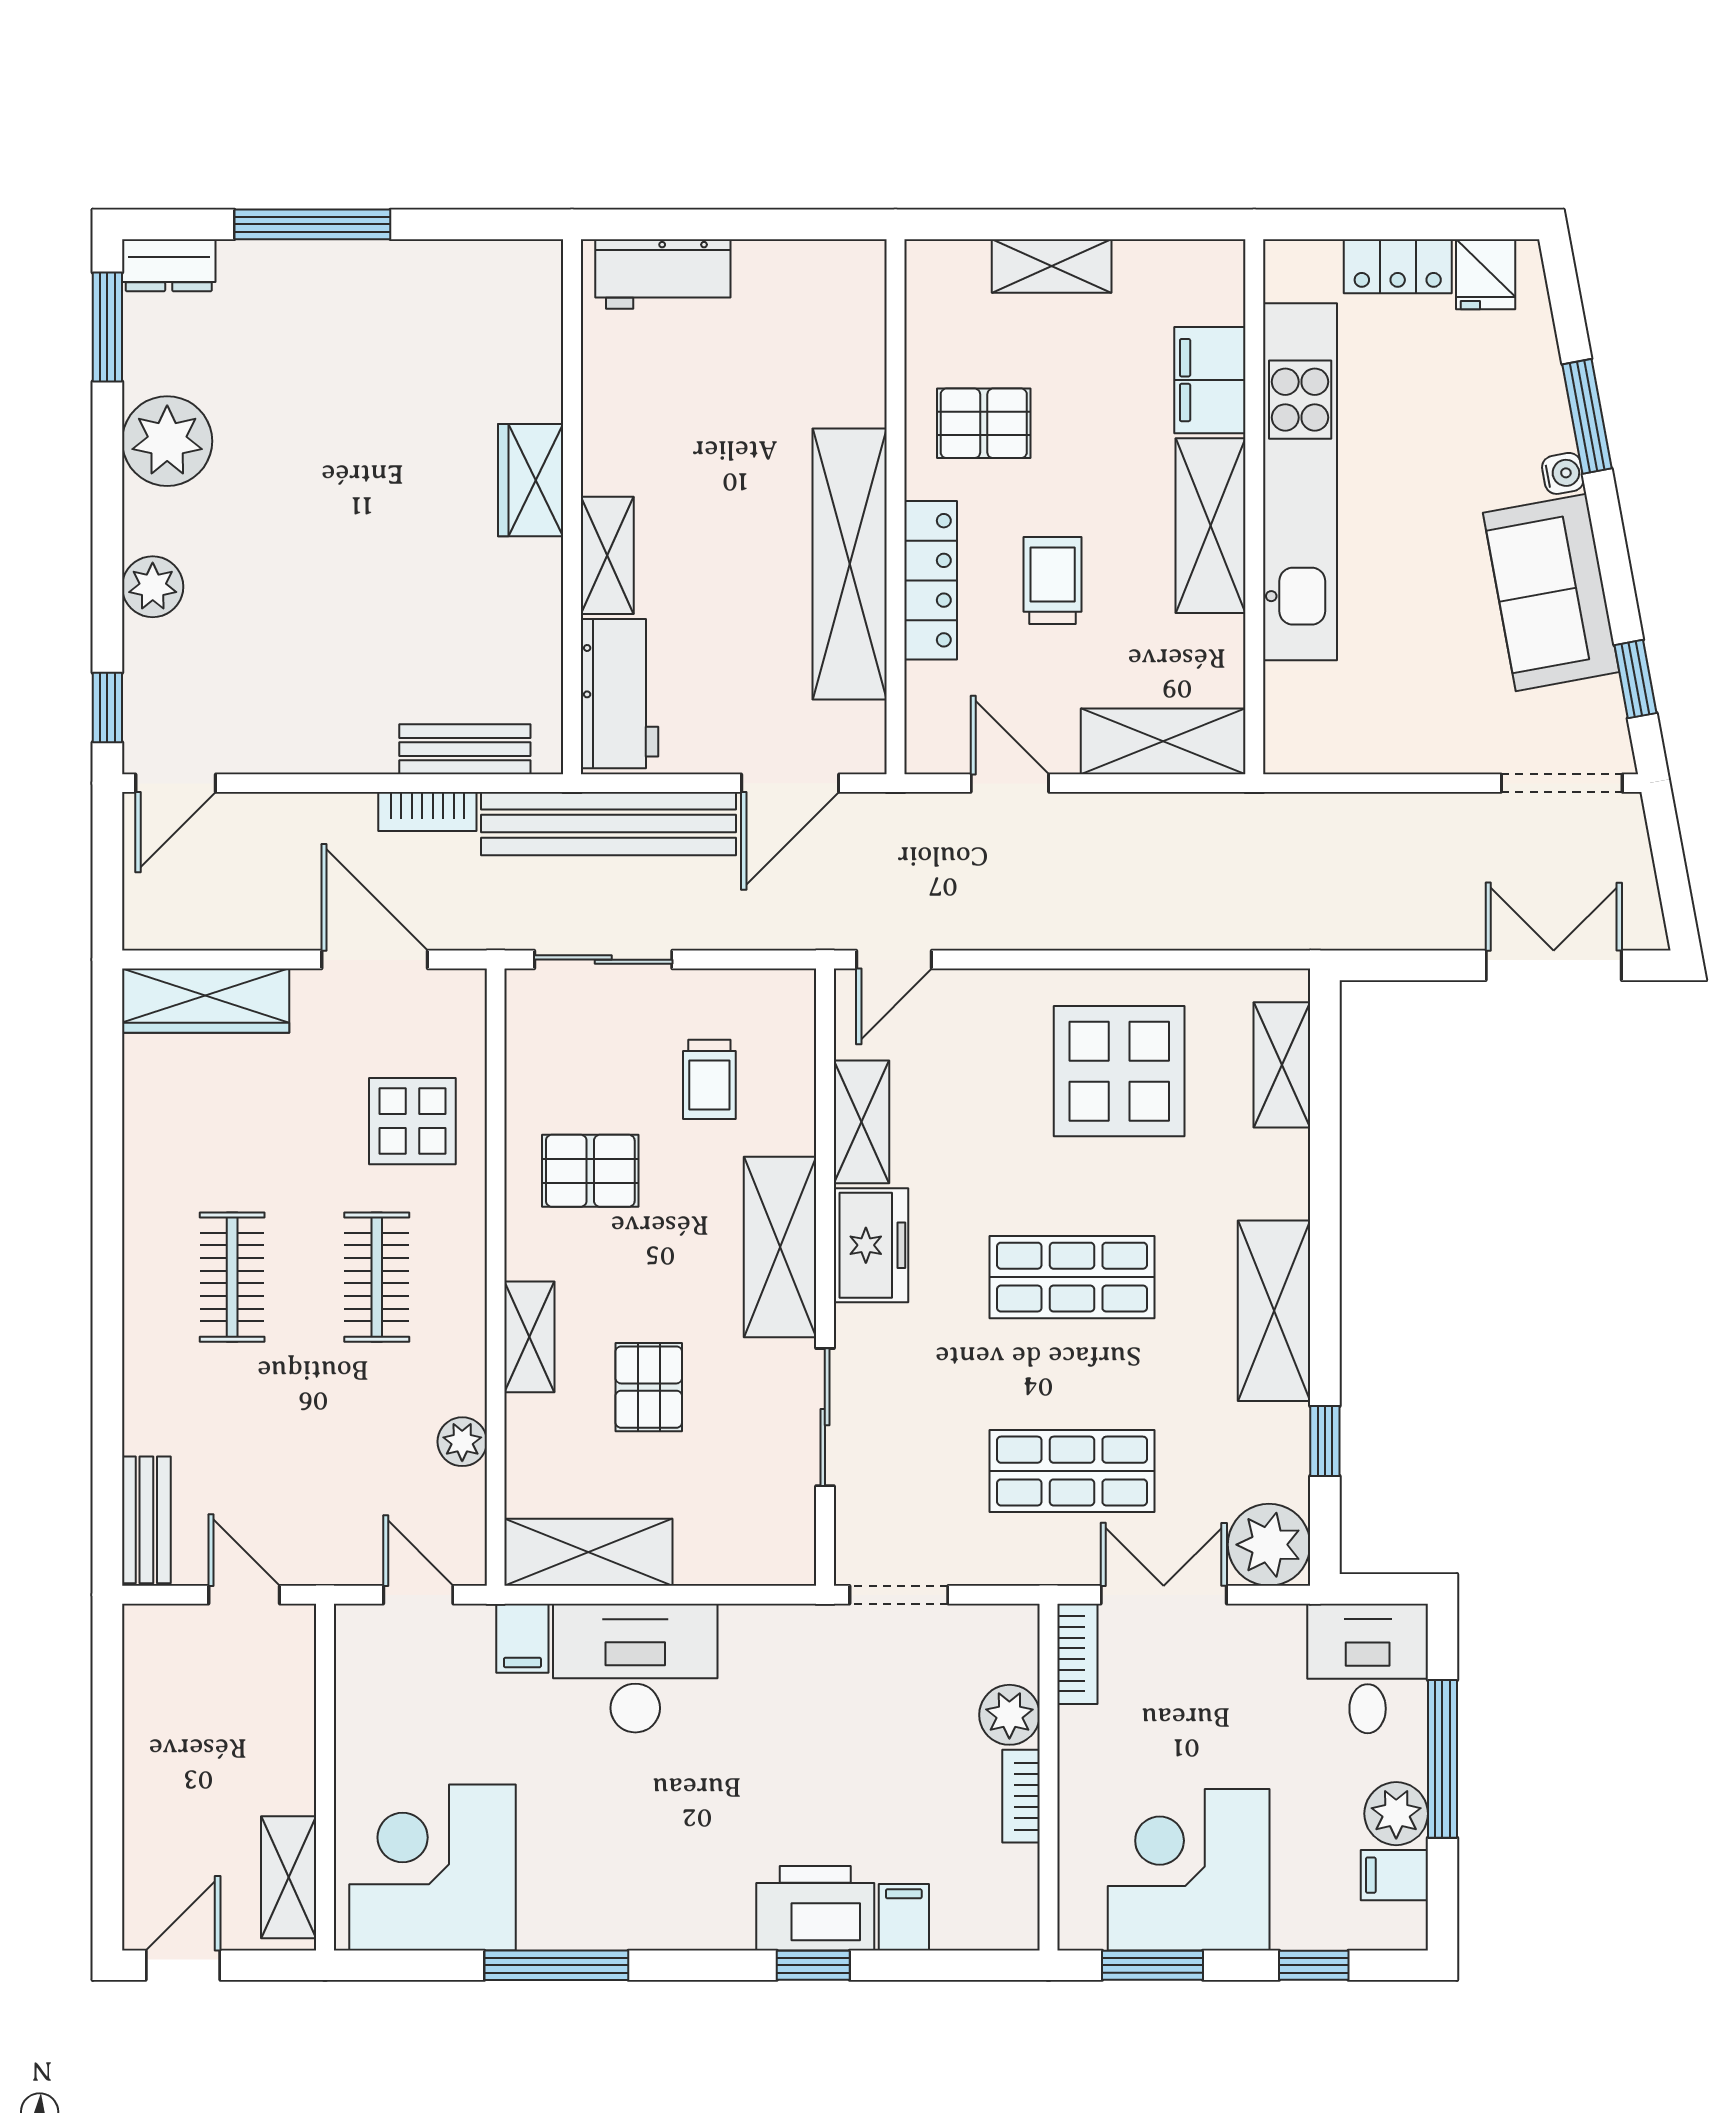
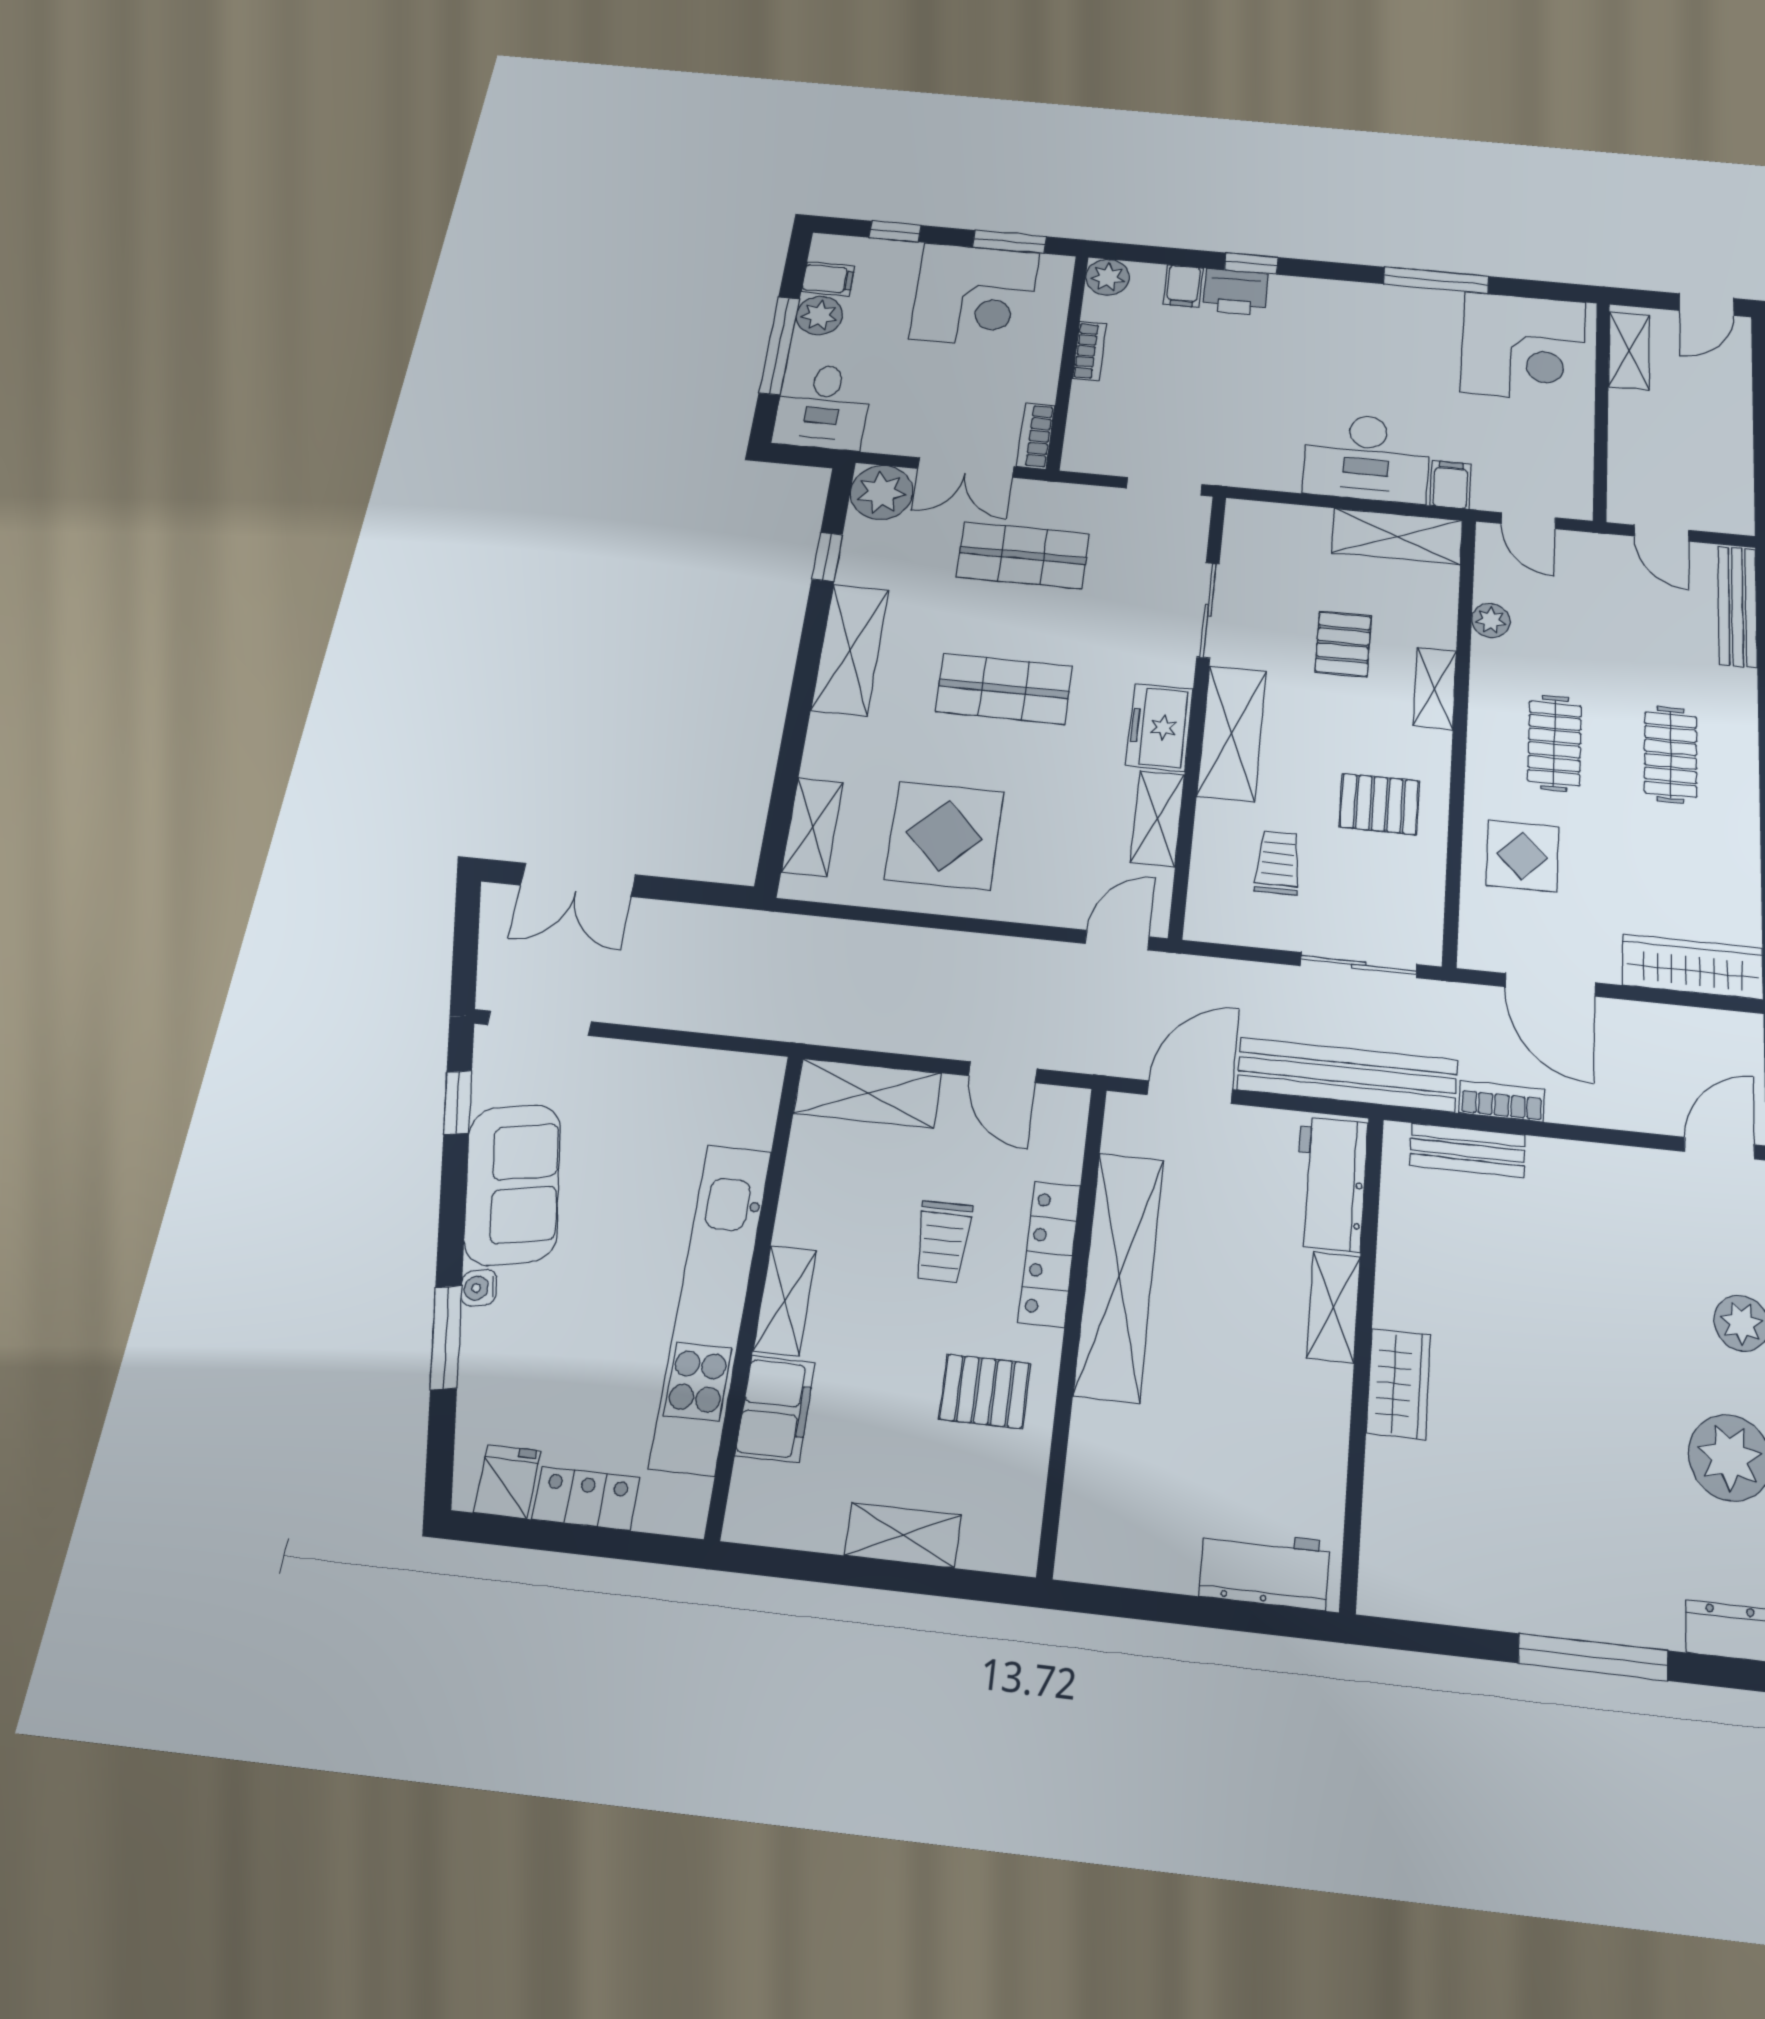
shelving: (1210, 526) -> (785, 1301), width x0.67, depth x0.75
bench: (146, 1520) -> (1737, 606), width x1.36
plant: (1009, 1715) -> (1108, 277), moved
printer: (815, 1908) -> (1235, 292), width x0.73, depth x0.84

